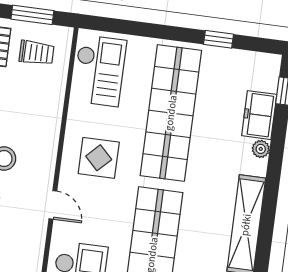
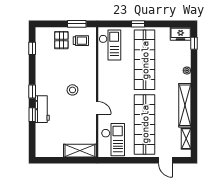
window: (218, 39) -> (138, 24), moved
freezer: (259, 115) -> (181, 34), moved, turned -90
display table: (99, 158) -> (115, 84), removed

